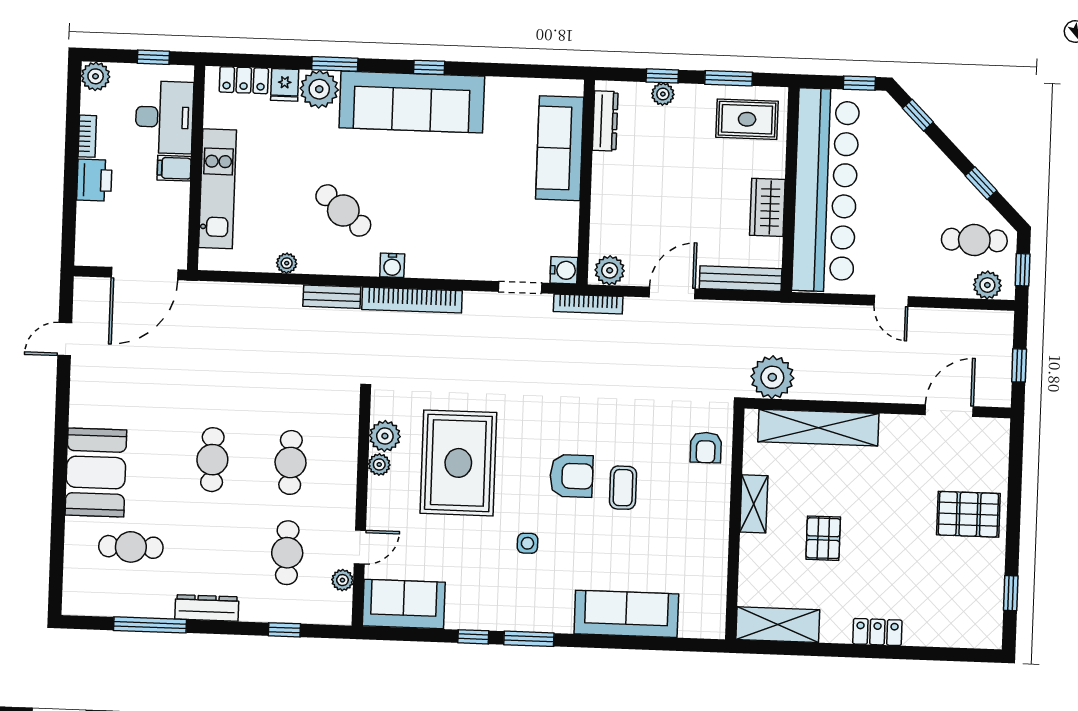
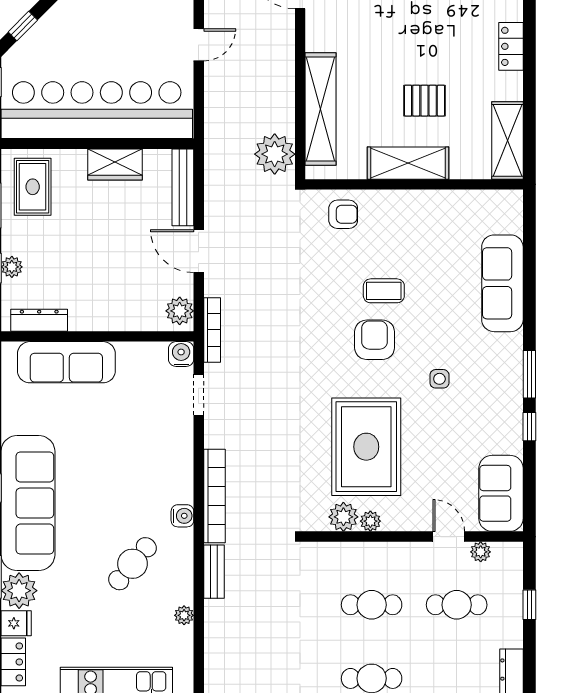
rug: (458, 463) -> (366, 447), turned 90
shelving: (754, 504) -> (408, 163), width x1.50, depth x1.33

